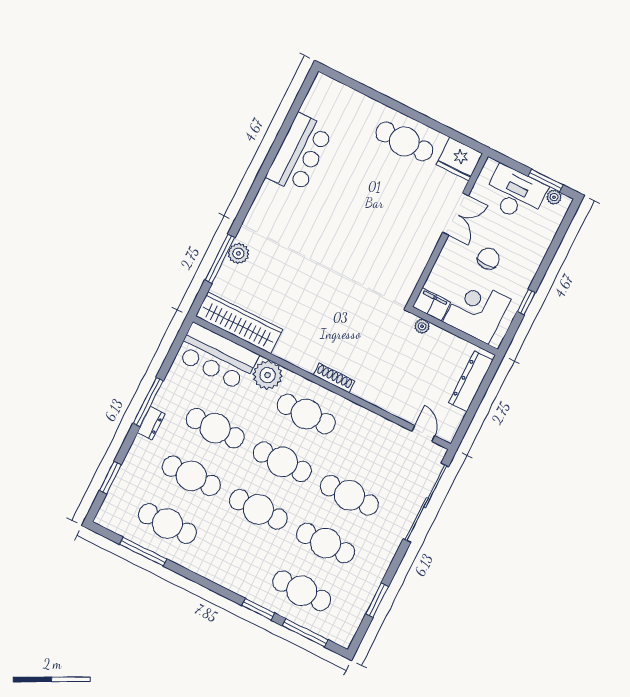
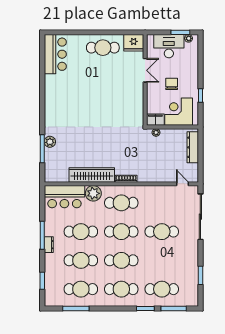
bar counter: (300, 153) -> (55, 54), moved
wardrobe: (239, 323) -> (92, 175), moved
cafe table: (326, 543) -> (121, 289), moved

